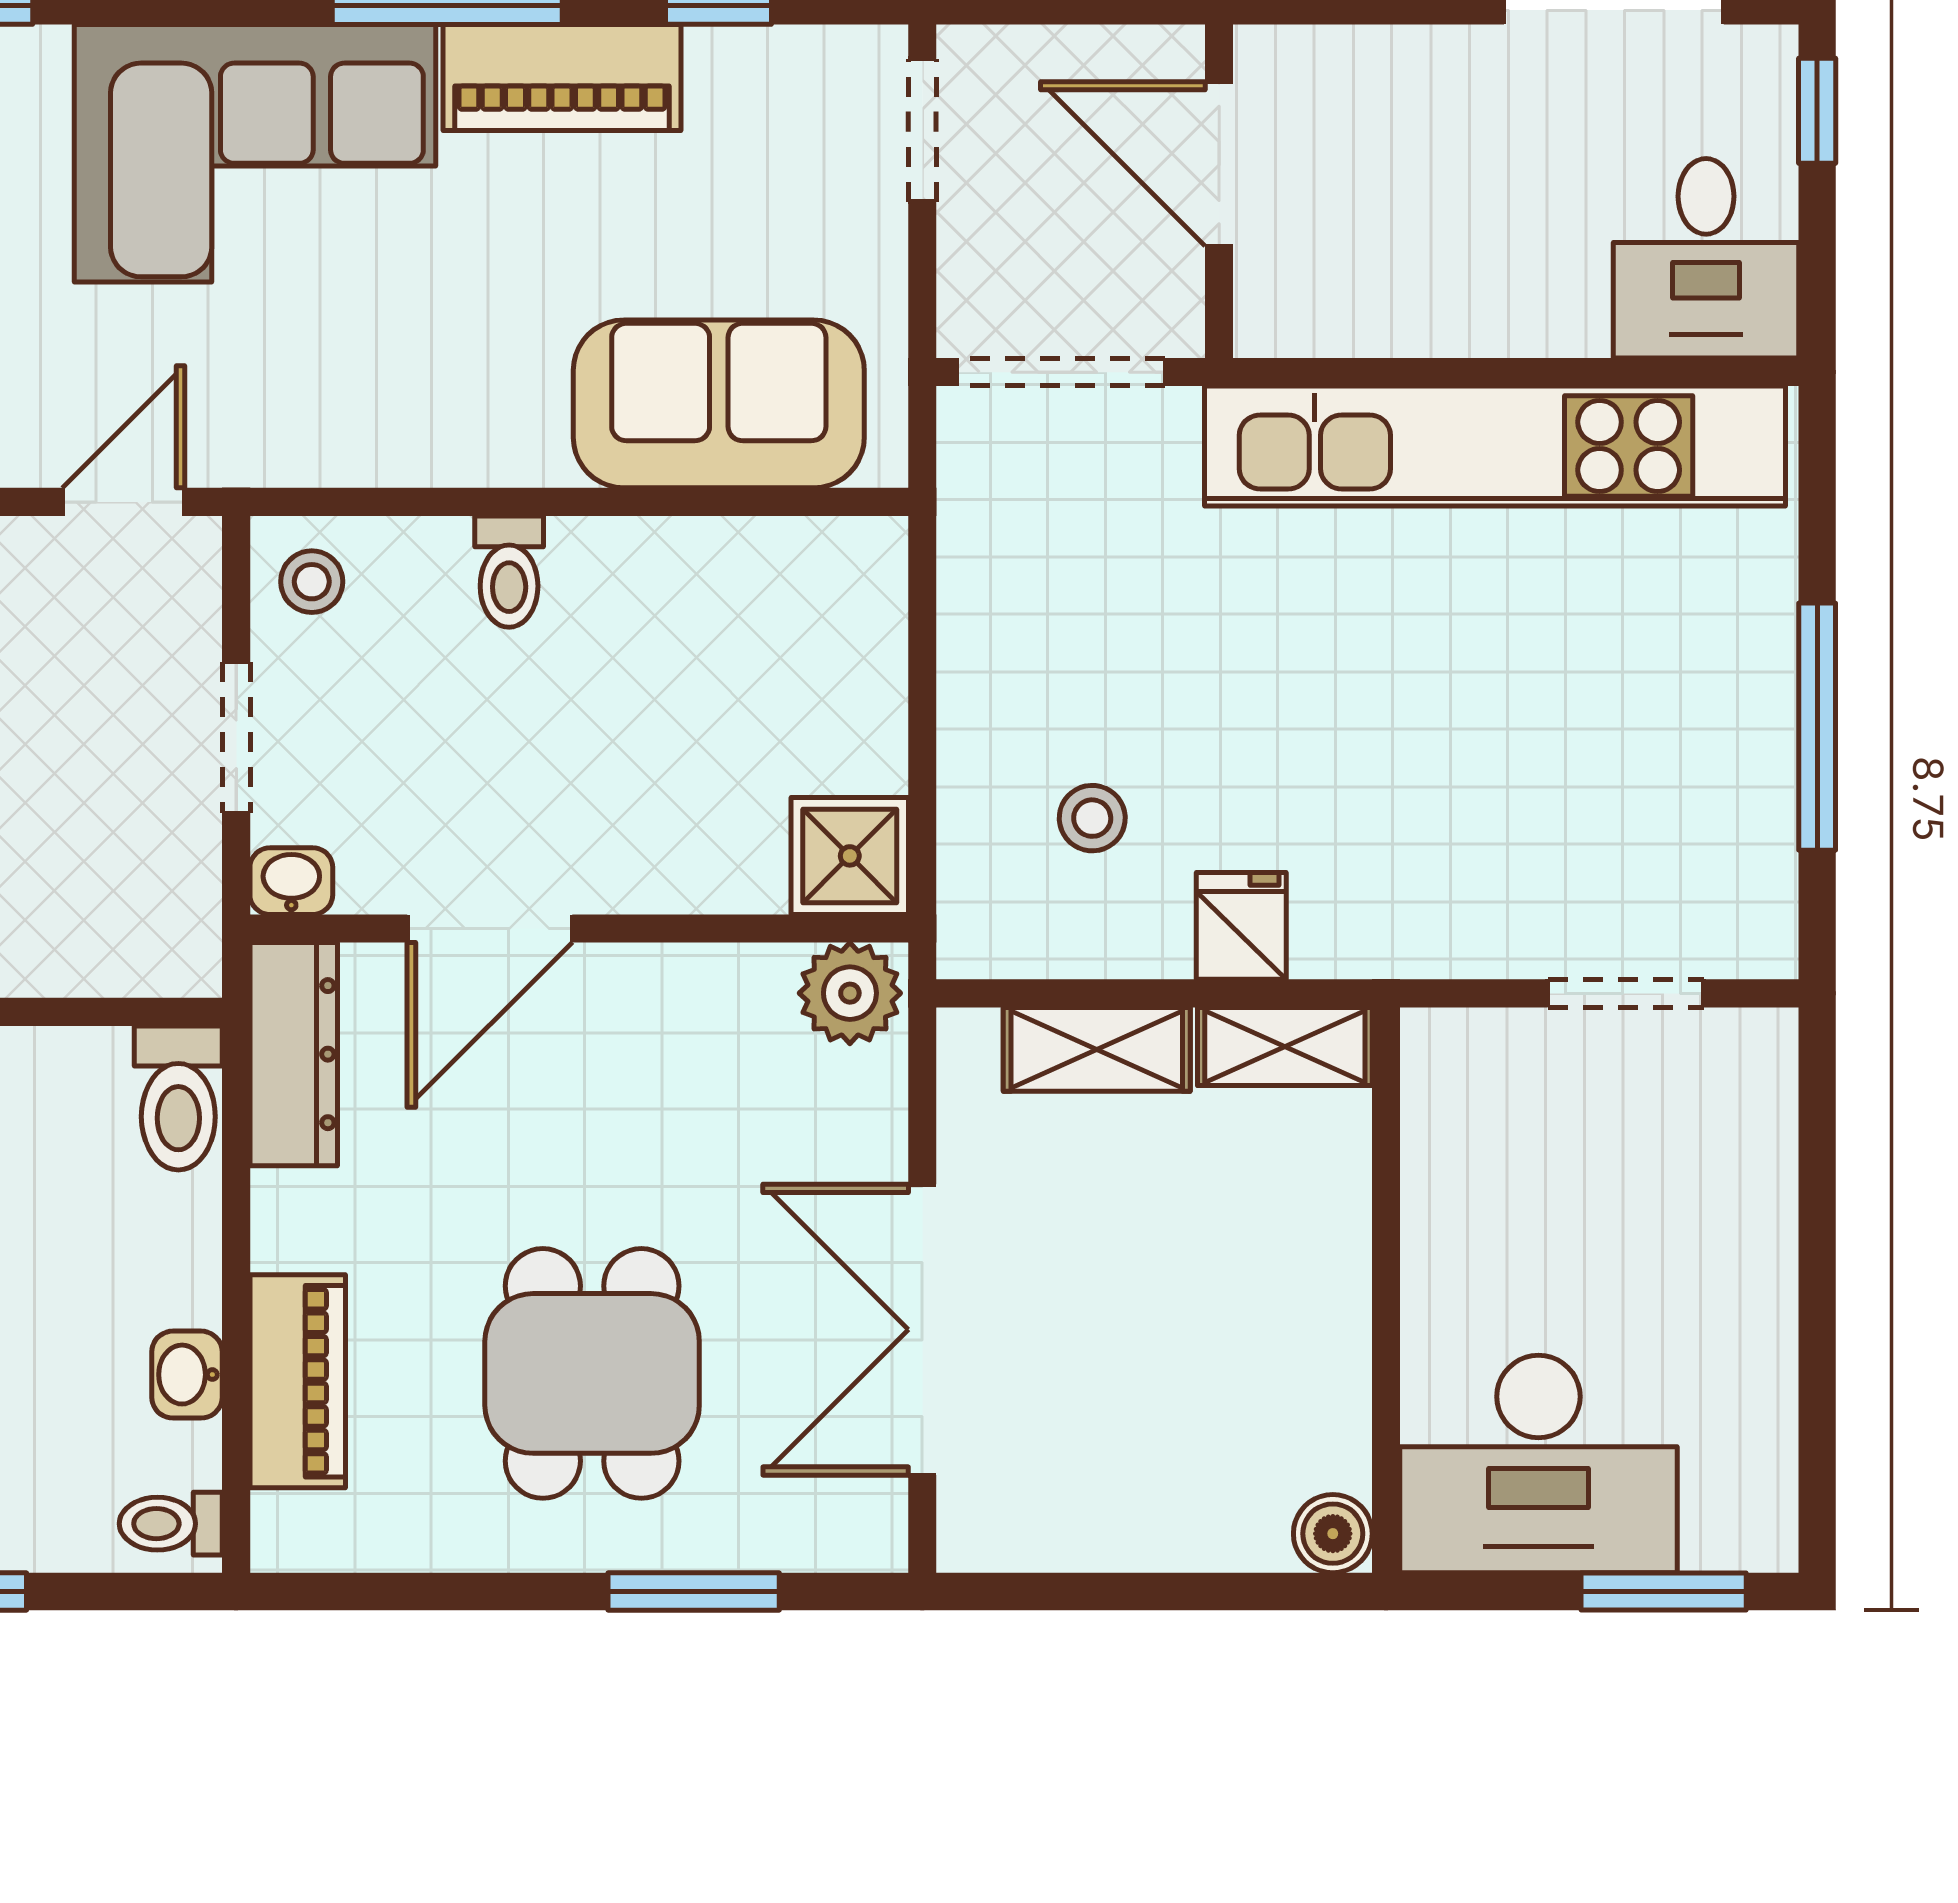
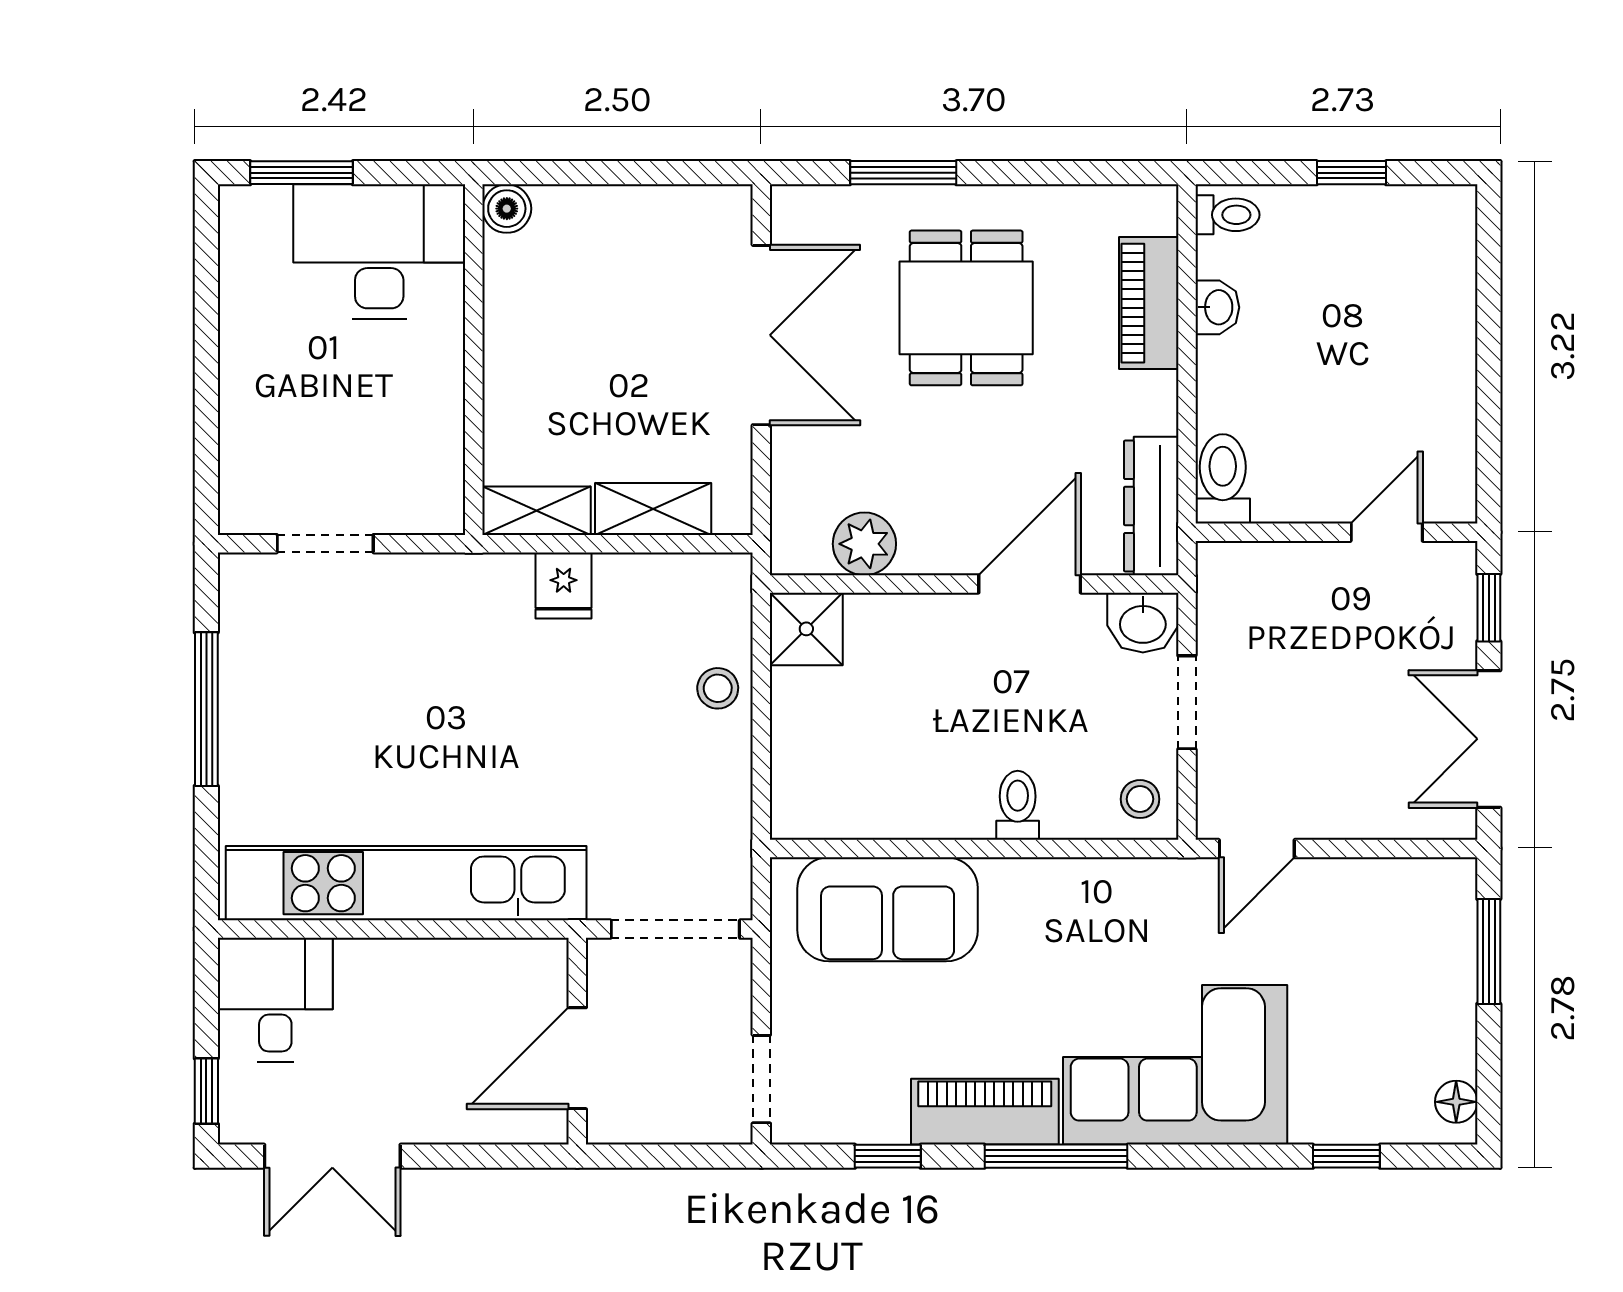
door: (1219, 164) -> (577, 1058), swing flipped
stool: (1092, 818) -> (718, 688), moved
washbasin: (291, 881) -> (1143, 623), width x1.38, depth x1.45
plant: (850, 993) -> (864, 544), moved

